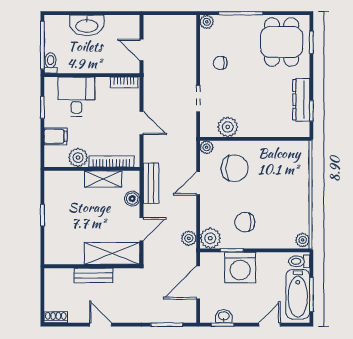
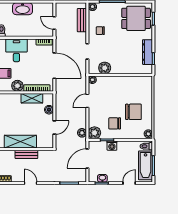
dining table: (282, 42) -> (136, 18), turned 90
door: (142, 123) -> (54, 66), width x1.87
chair: (235, 168) -> (133, 112), moved
bench: (151, 183) -> (82, 20), moved
shelving: (112, 253) -> (20, 142), moved
washing machine: (240, 268) -> (112, 146), width x0.53, depth x0.53

